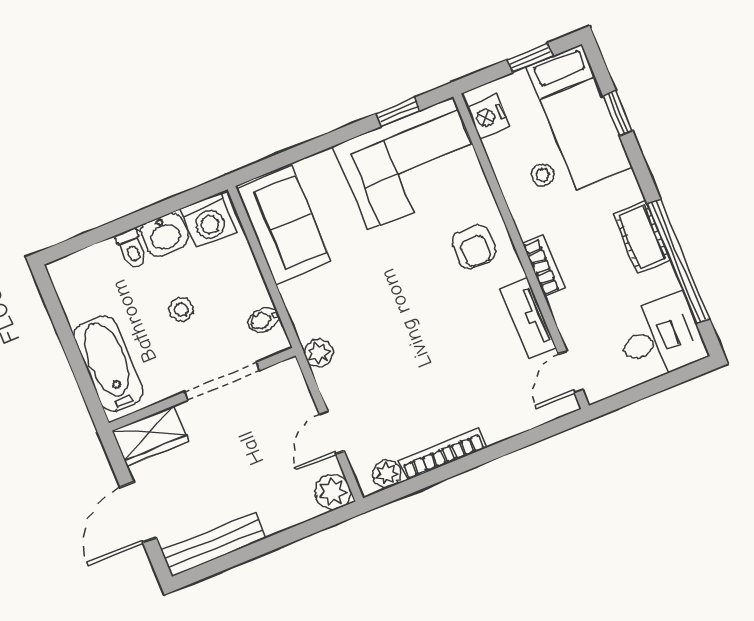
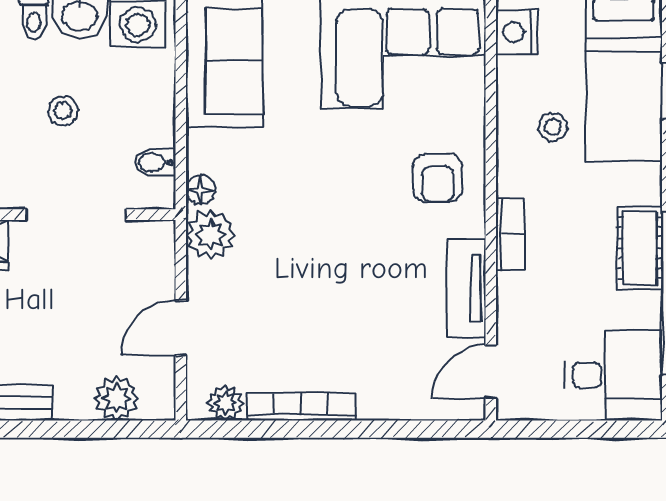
floor lamp: (305, 326) -> (201, 190), added
plant: (319, 353) -> (211, 235), width x1.38, depth x1.38
plant: (333, 492) -> (116, 398), moved

